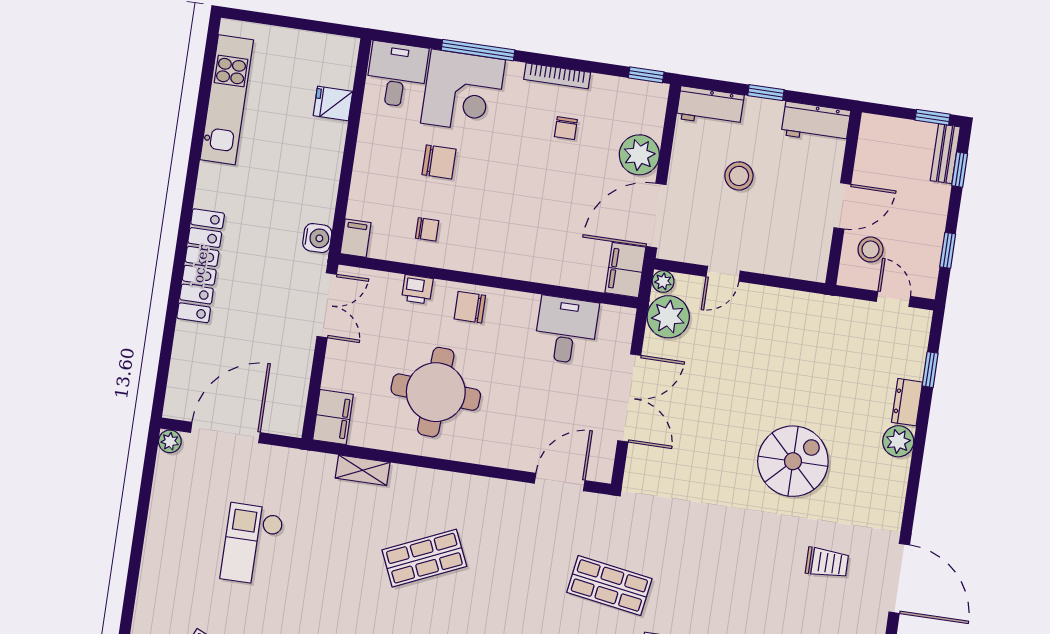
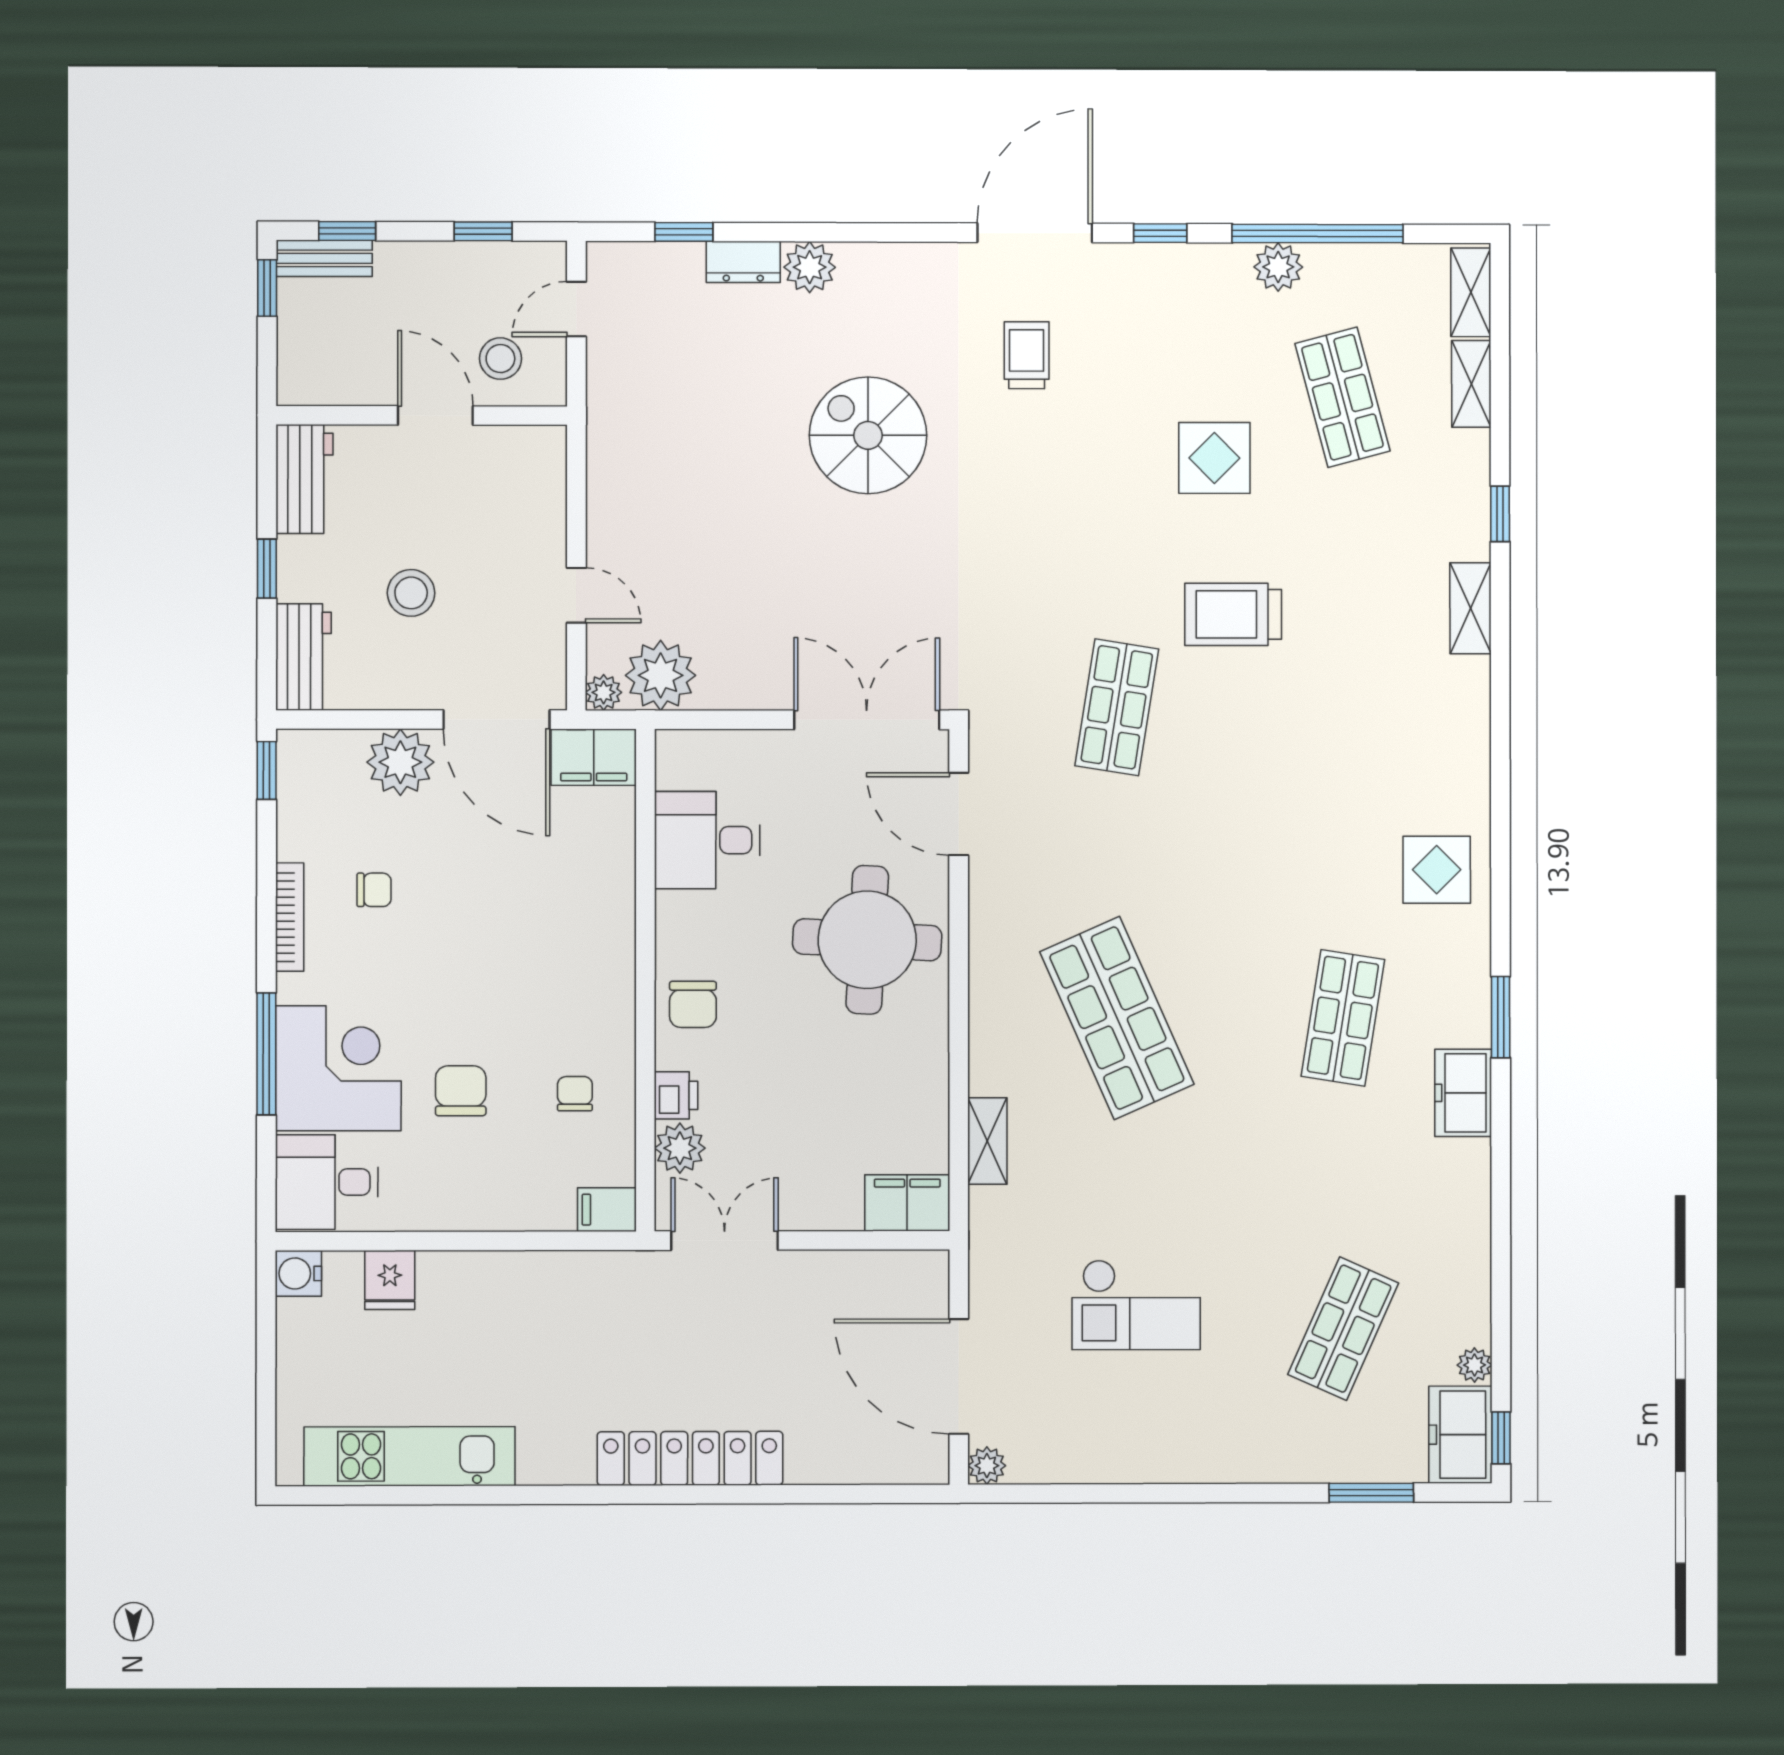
water cooler: (317, 238) -> (298, 1273), moved, turned -90
plant: (386, 287) -> (680, 1148), added
round table: (436, 392) -> (867, 940), moved
double door: (629, 398) -> (867, 720), moved
shop shelf: (424, 558) -> (1117, 1018), width x1.43, depth x1.36

